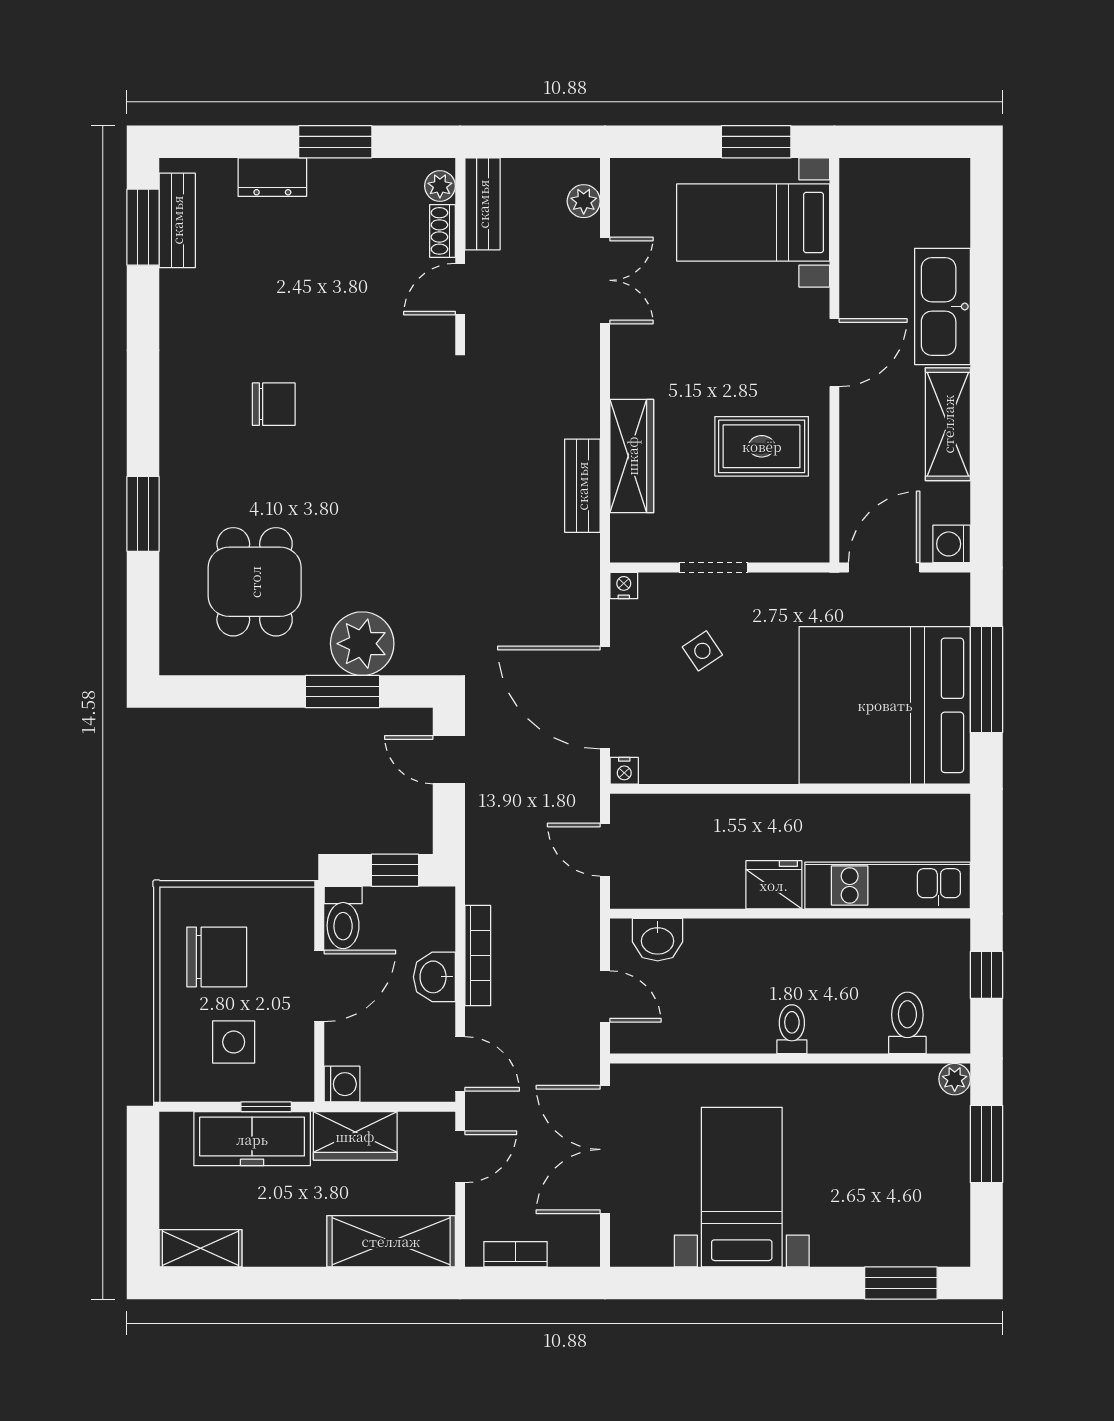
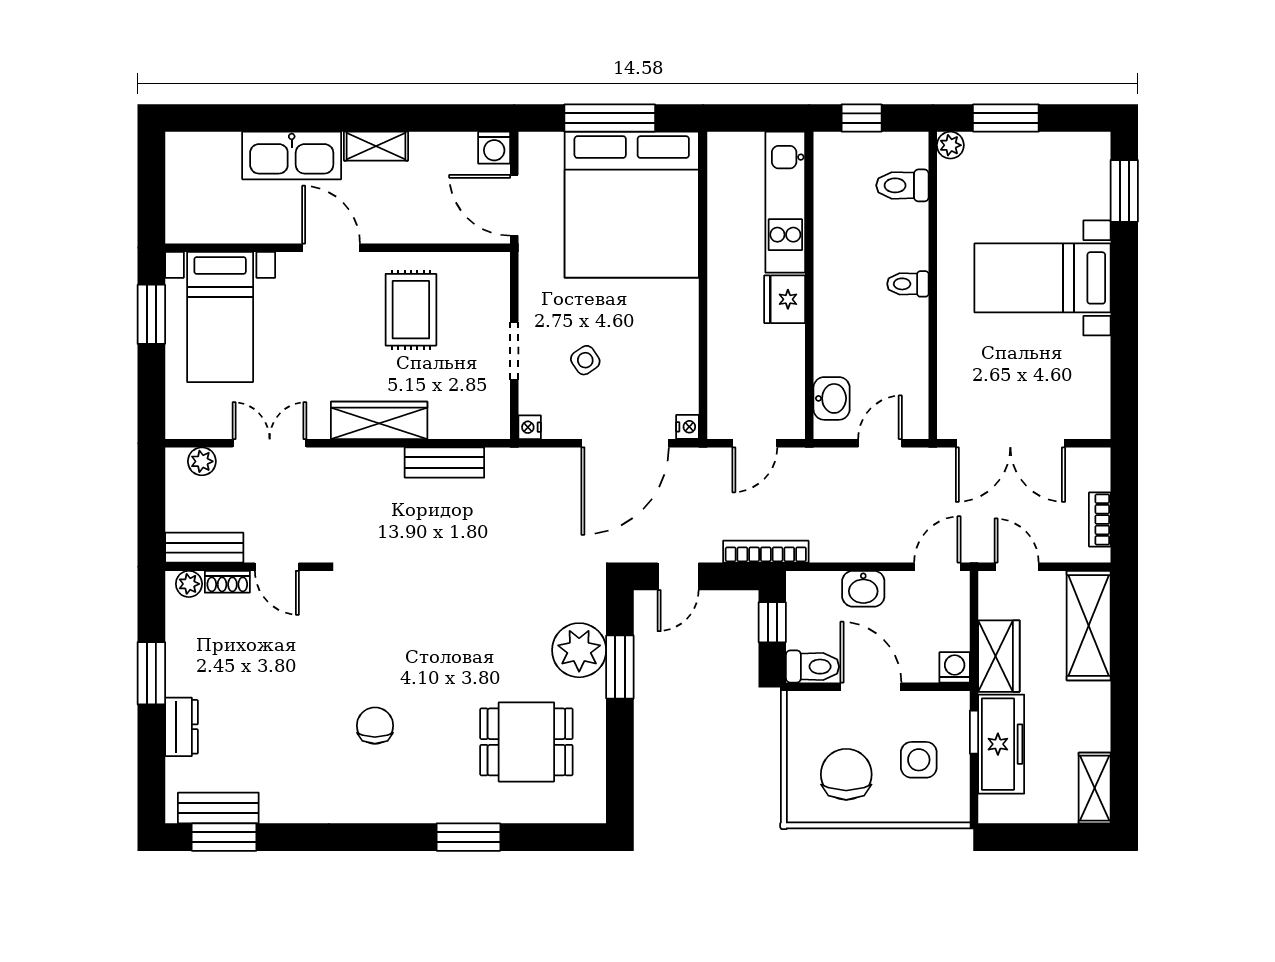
shelving: (948, 424) -> (376, 146), width x0.67, depth x0.75
wardrobe: (632, 456) -> (379, 420), moved
bookcase: (478, 956) -> (766, 552), moved
bed with nightstands: (742, 1187) -> (1042, 278), moved

